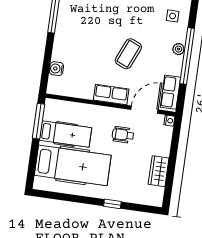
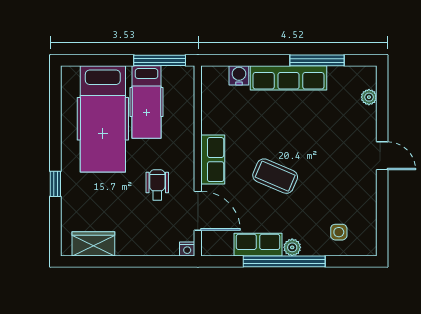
row of seats: (63, 35) -> (288, 78), added
row of seats: (170, 92) -> (258, 245), moved
wardrobe: (159, 171) -> (93, 244), moved

